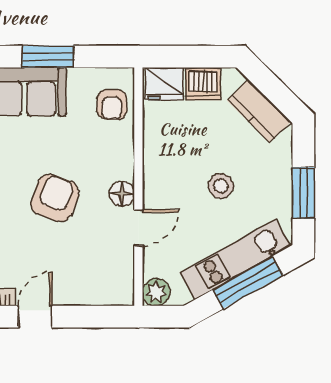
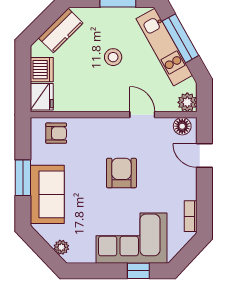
floor lamp: (122, 194) -> (182, 126), moved
armchair: (55, 198) -> (121, 173), turned 70
door: (35, 317) -> (204, 156), moved

